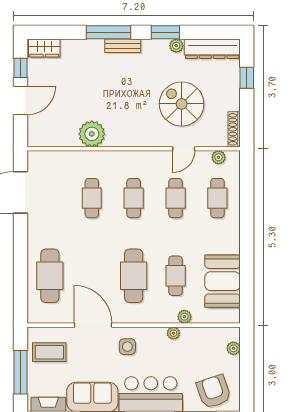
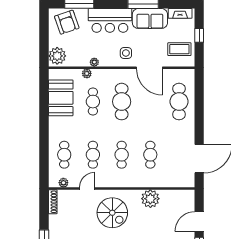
spiral stairs: (182, 104) -> (112, 213), moved
plant: (233, 348) -> (57, 56), width x1.87, depth x1.87
window: (20, 372) -> (199, 35), width x0.46

